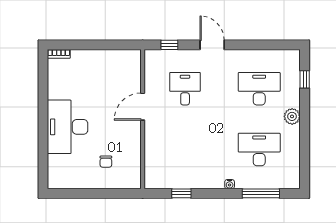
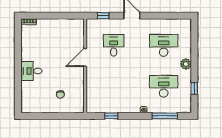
window: (305, 79) -> (194, 88), moved
desk: (68, 127) -> (31, 71), width x0.53, depth x0.77

